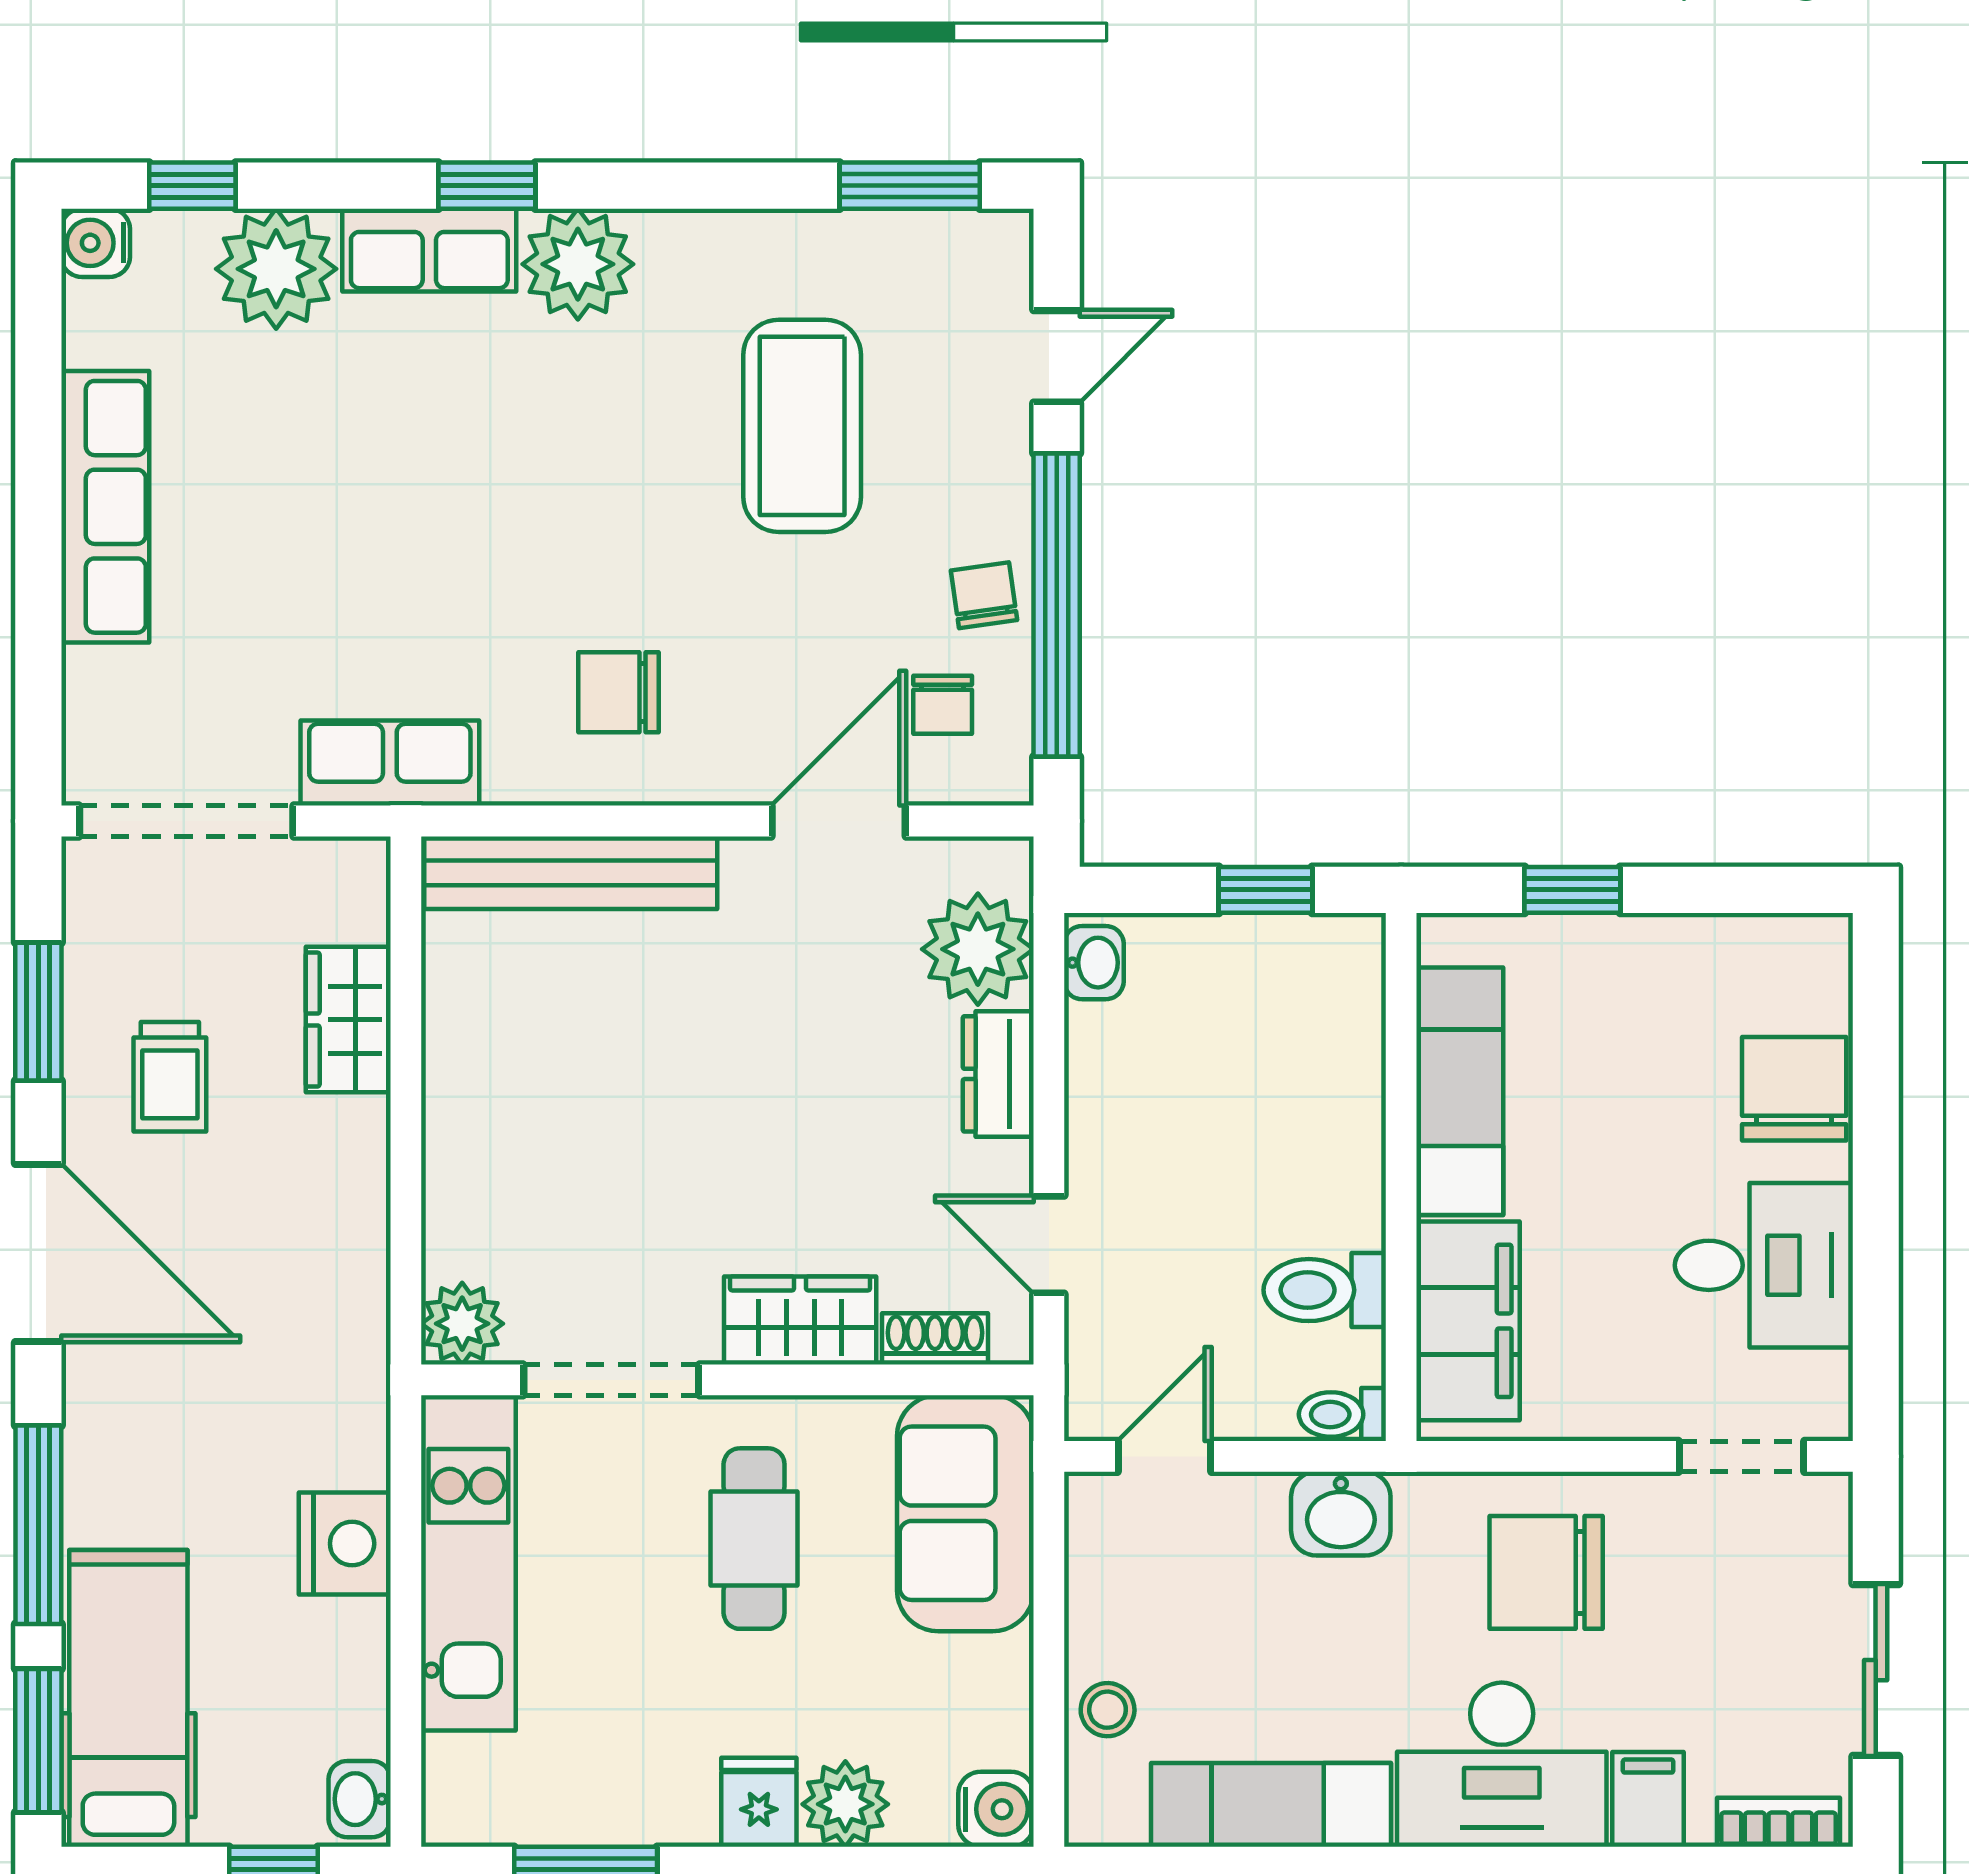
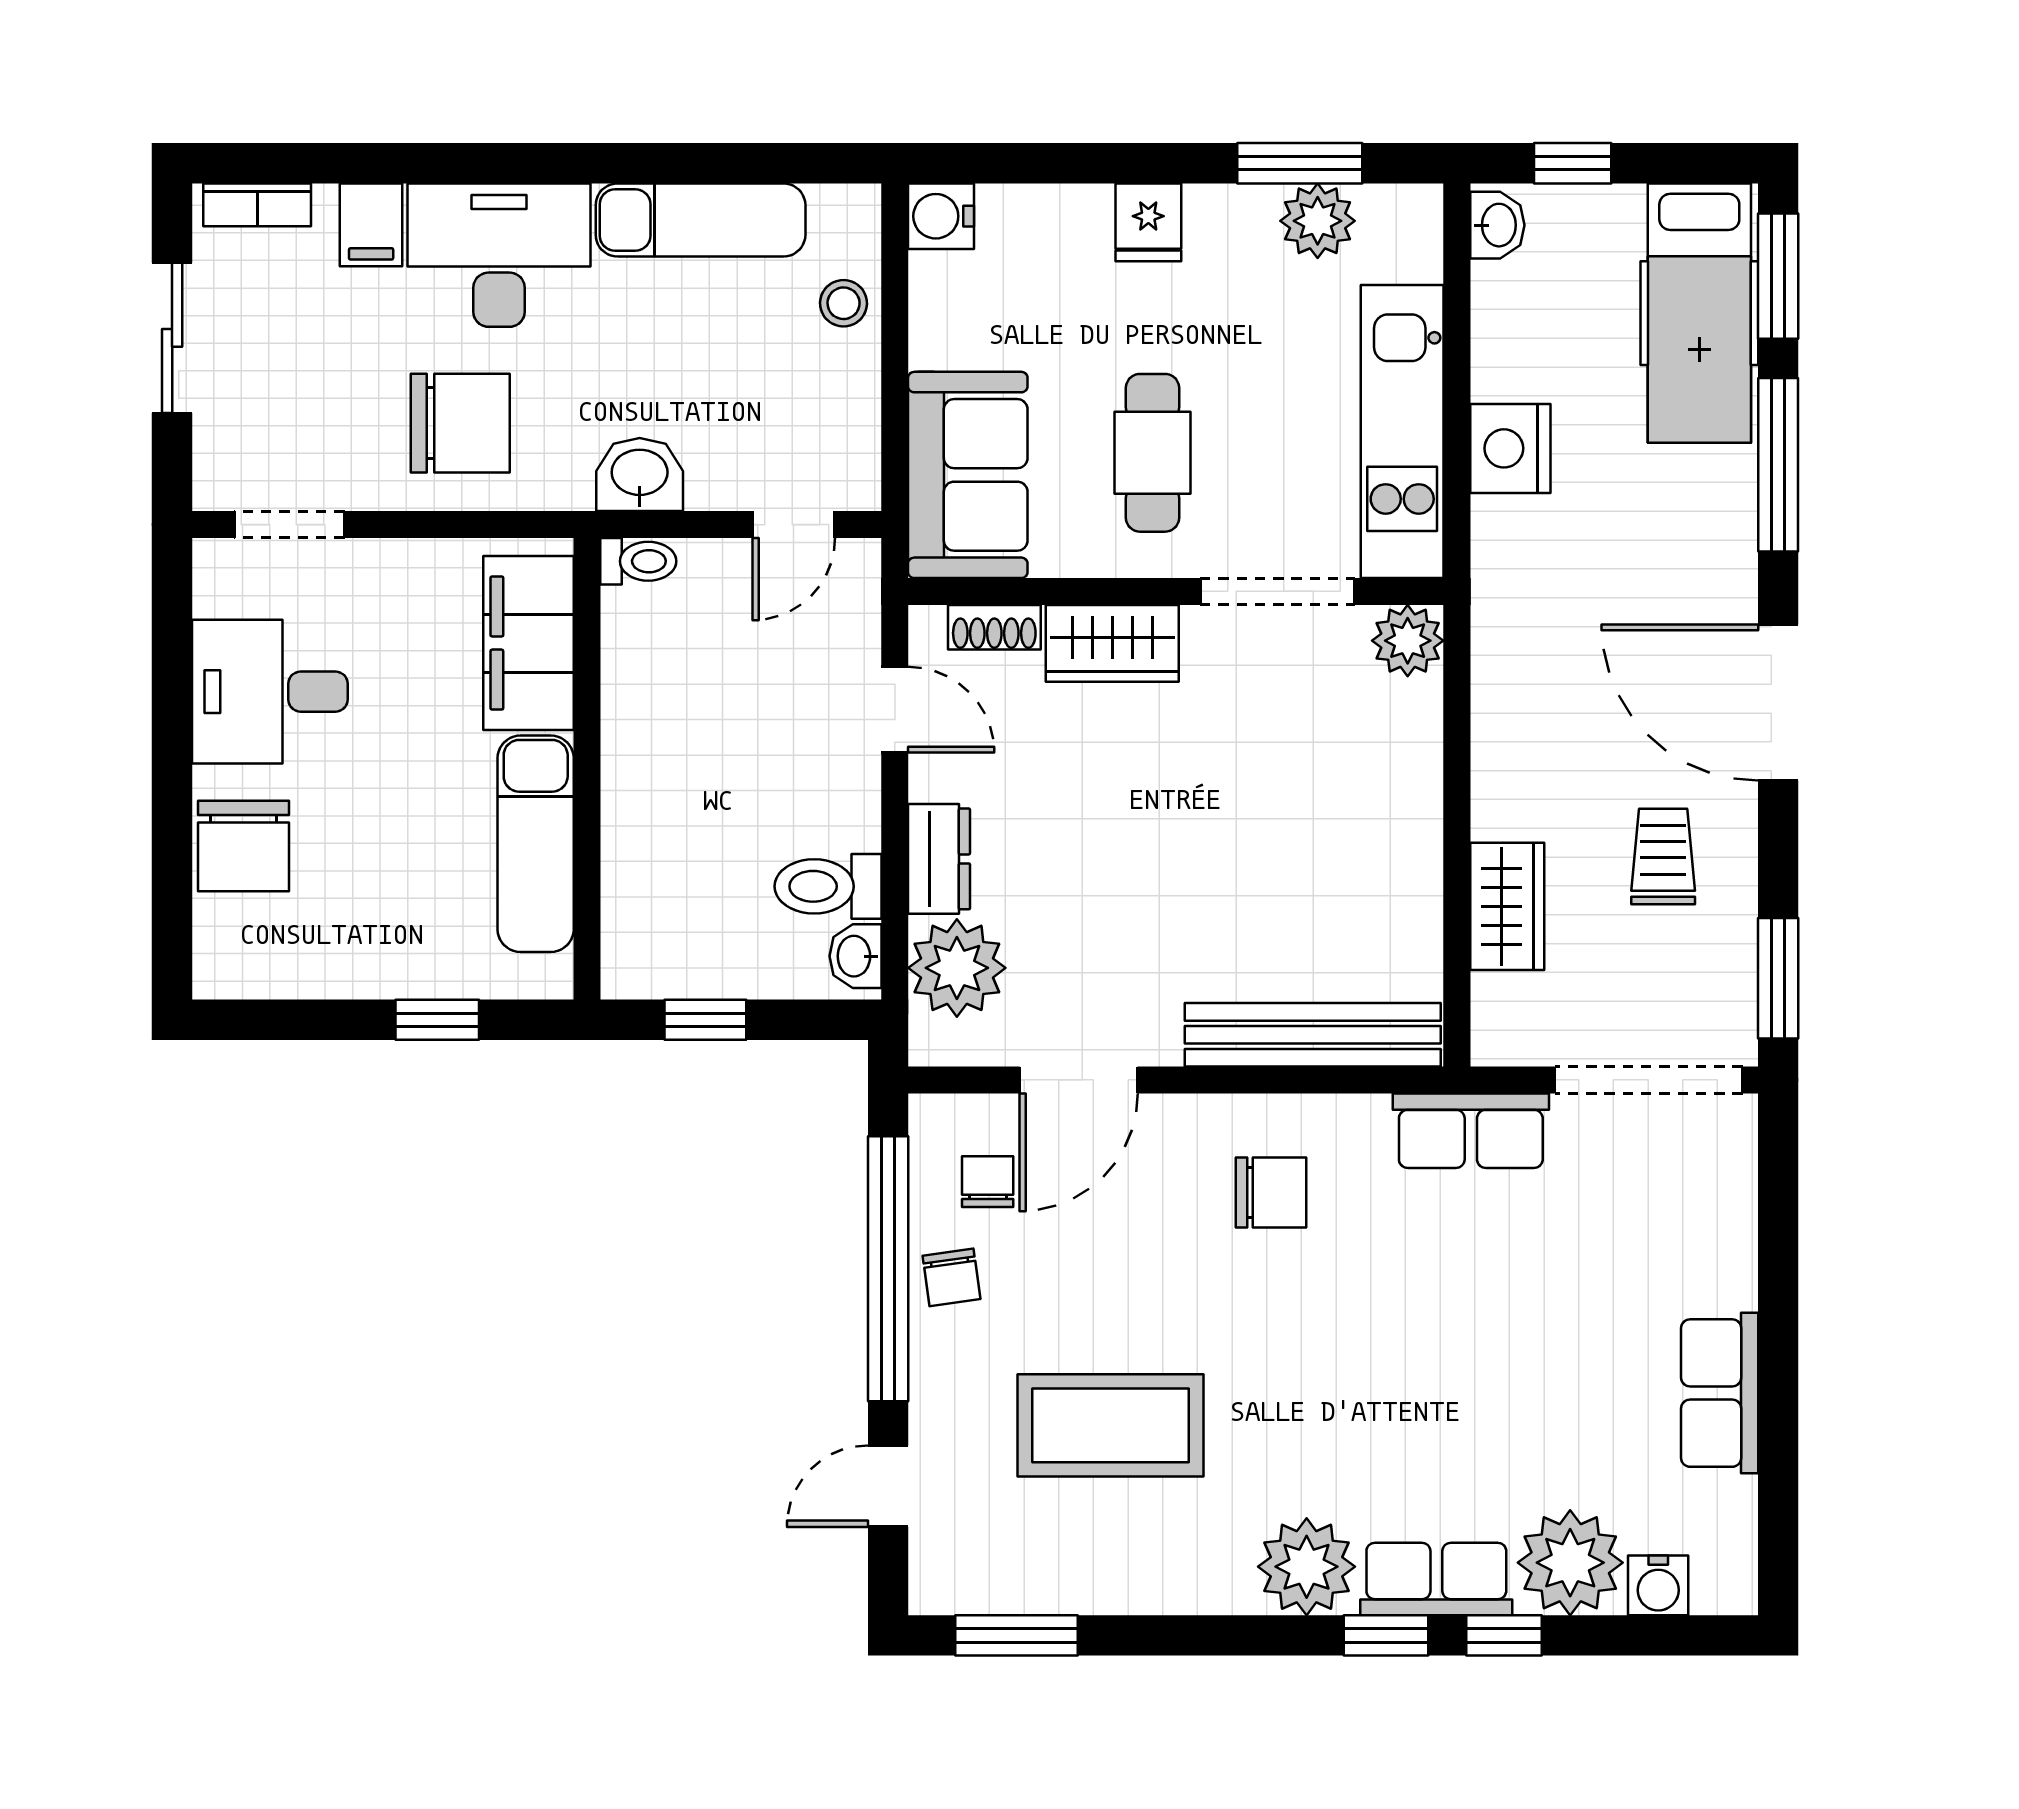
window: (192, 186) -> (1504, 1635), moved
water cooler: (96, 243) -> (1658, 1585), moved, turned 90
coffee table: (802, 426) -> (1110, 1425), turned 90
row of seats: (105, 507) -> (1720, 1393), width x0.68
window: (38, 1012) -> (1778, 978), moved
toilet: (1325, 1290) -> (828, 886), moved, turned 180
plant: (845, 1804) -> (1318, 221), moved

